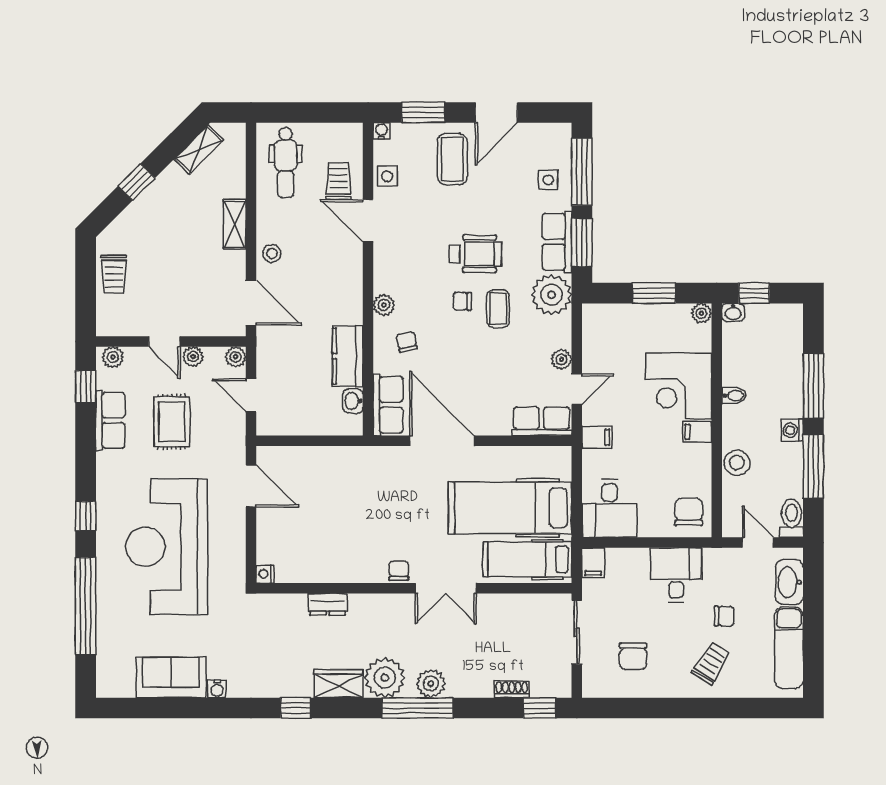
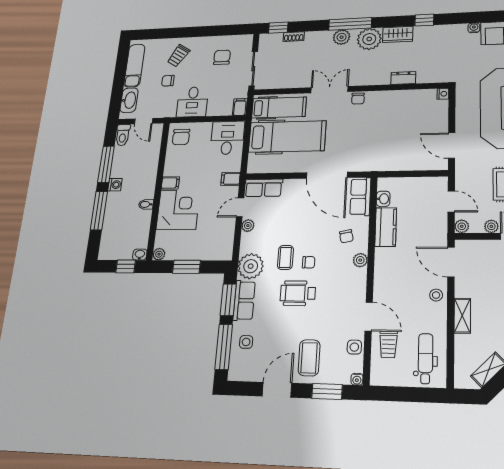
stool: (737, 463) -> (149, 166), removed

